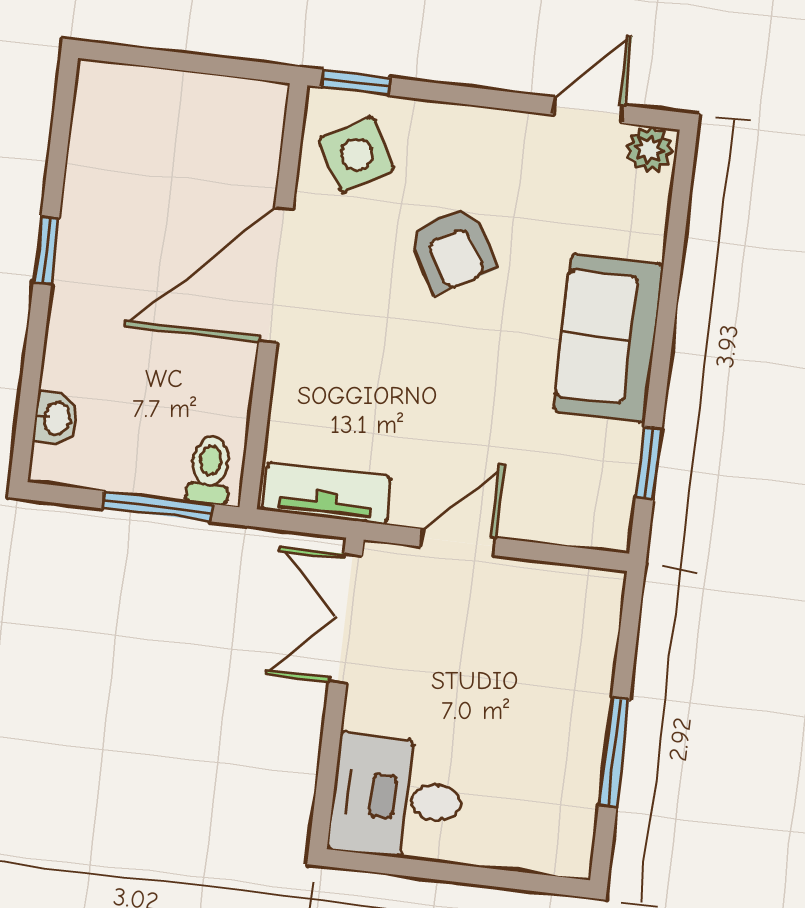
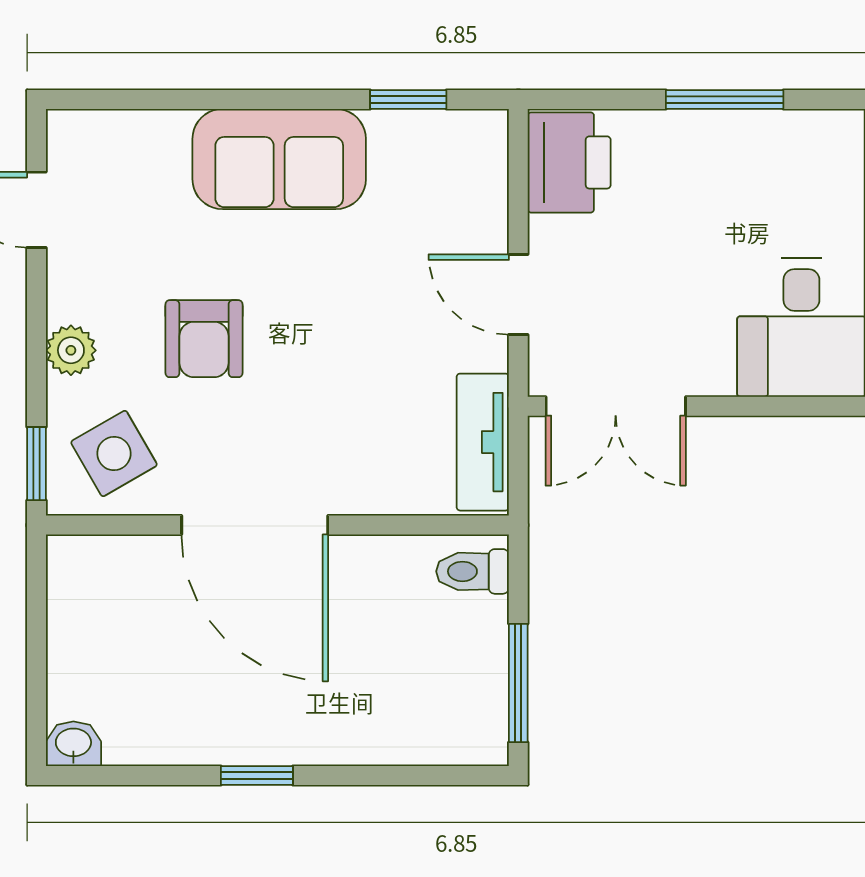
plant: (649, 149) -> (71, 350), moved
armchair: (452, 249) -> (204, 339), turned 120
washbasin: (56, 418) -> (73, 744), moved
window: (157, 506) -> (518, 683), moved
printer: (574, 603) -> (569, 162), added

